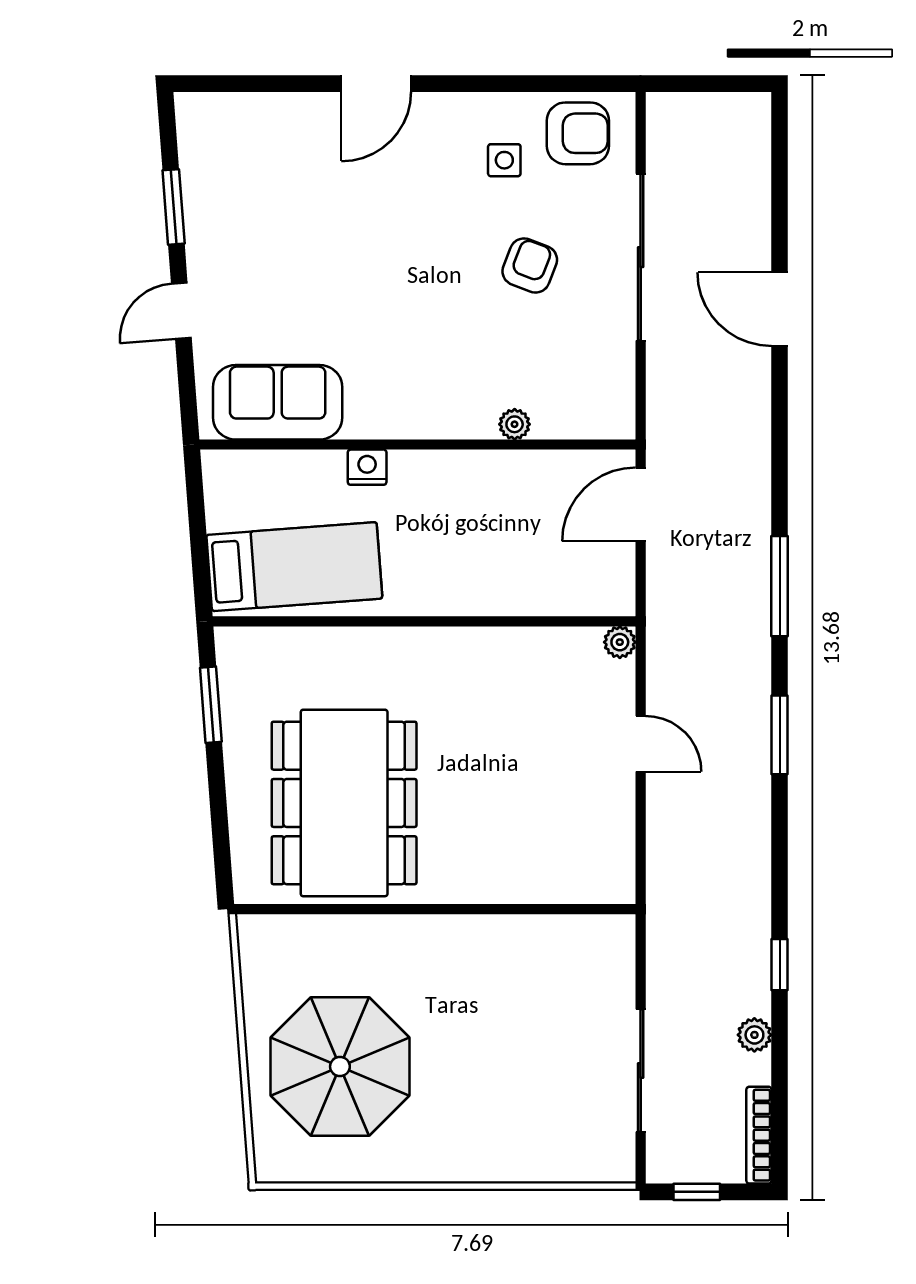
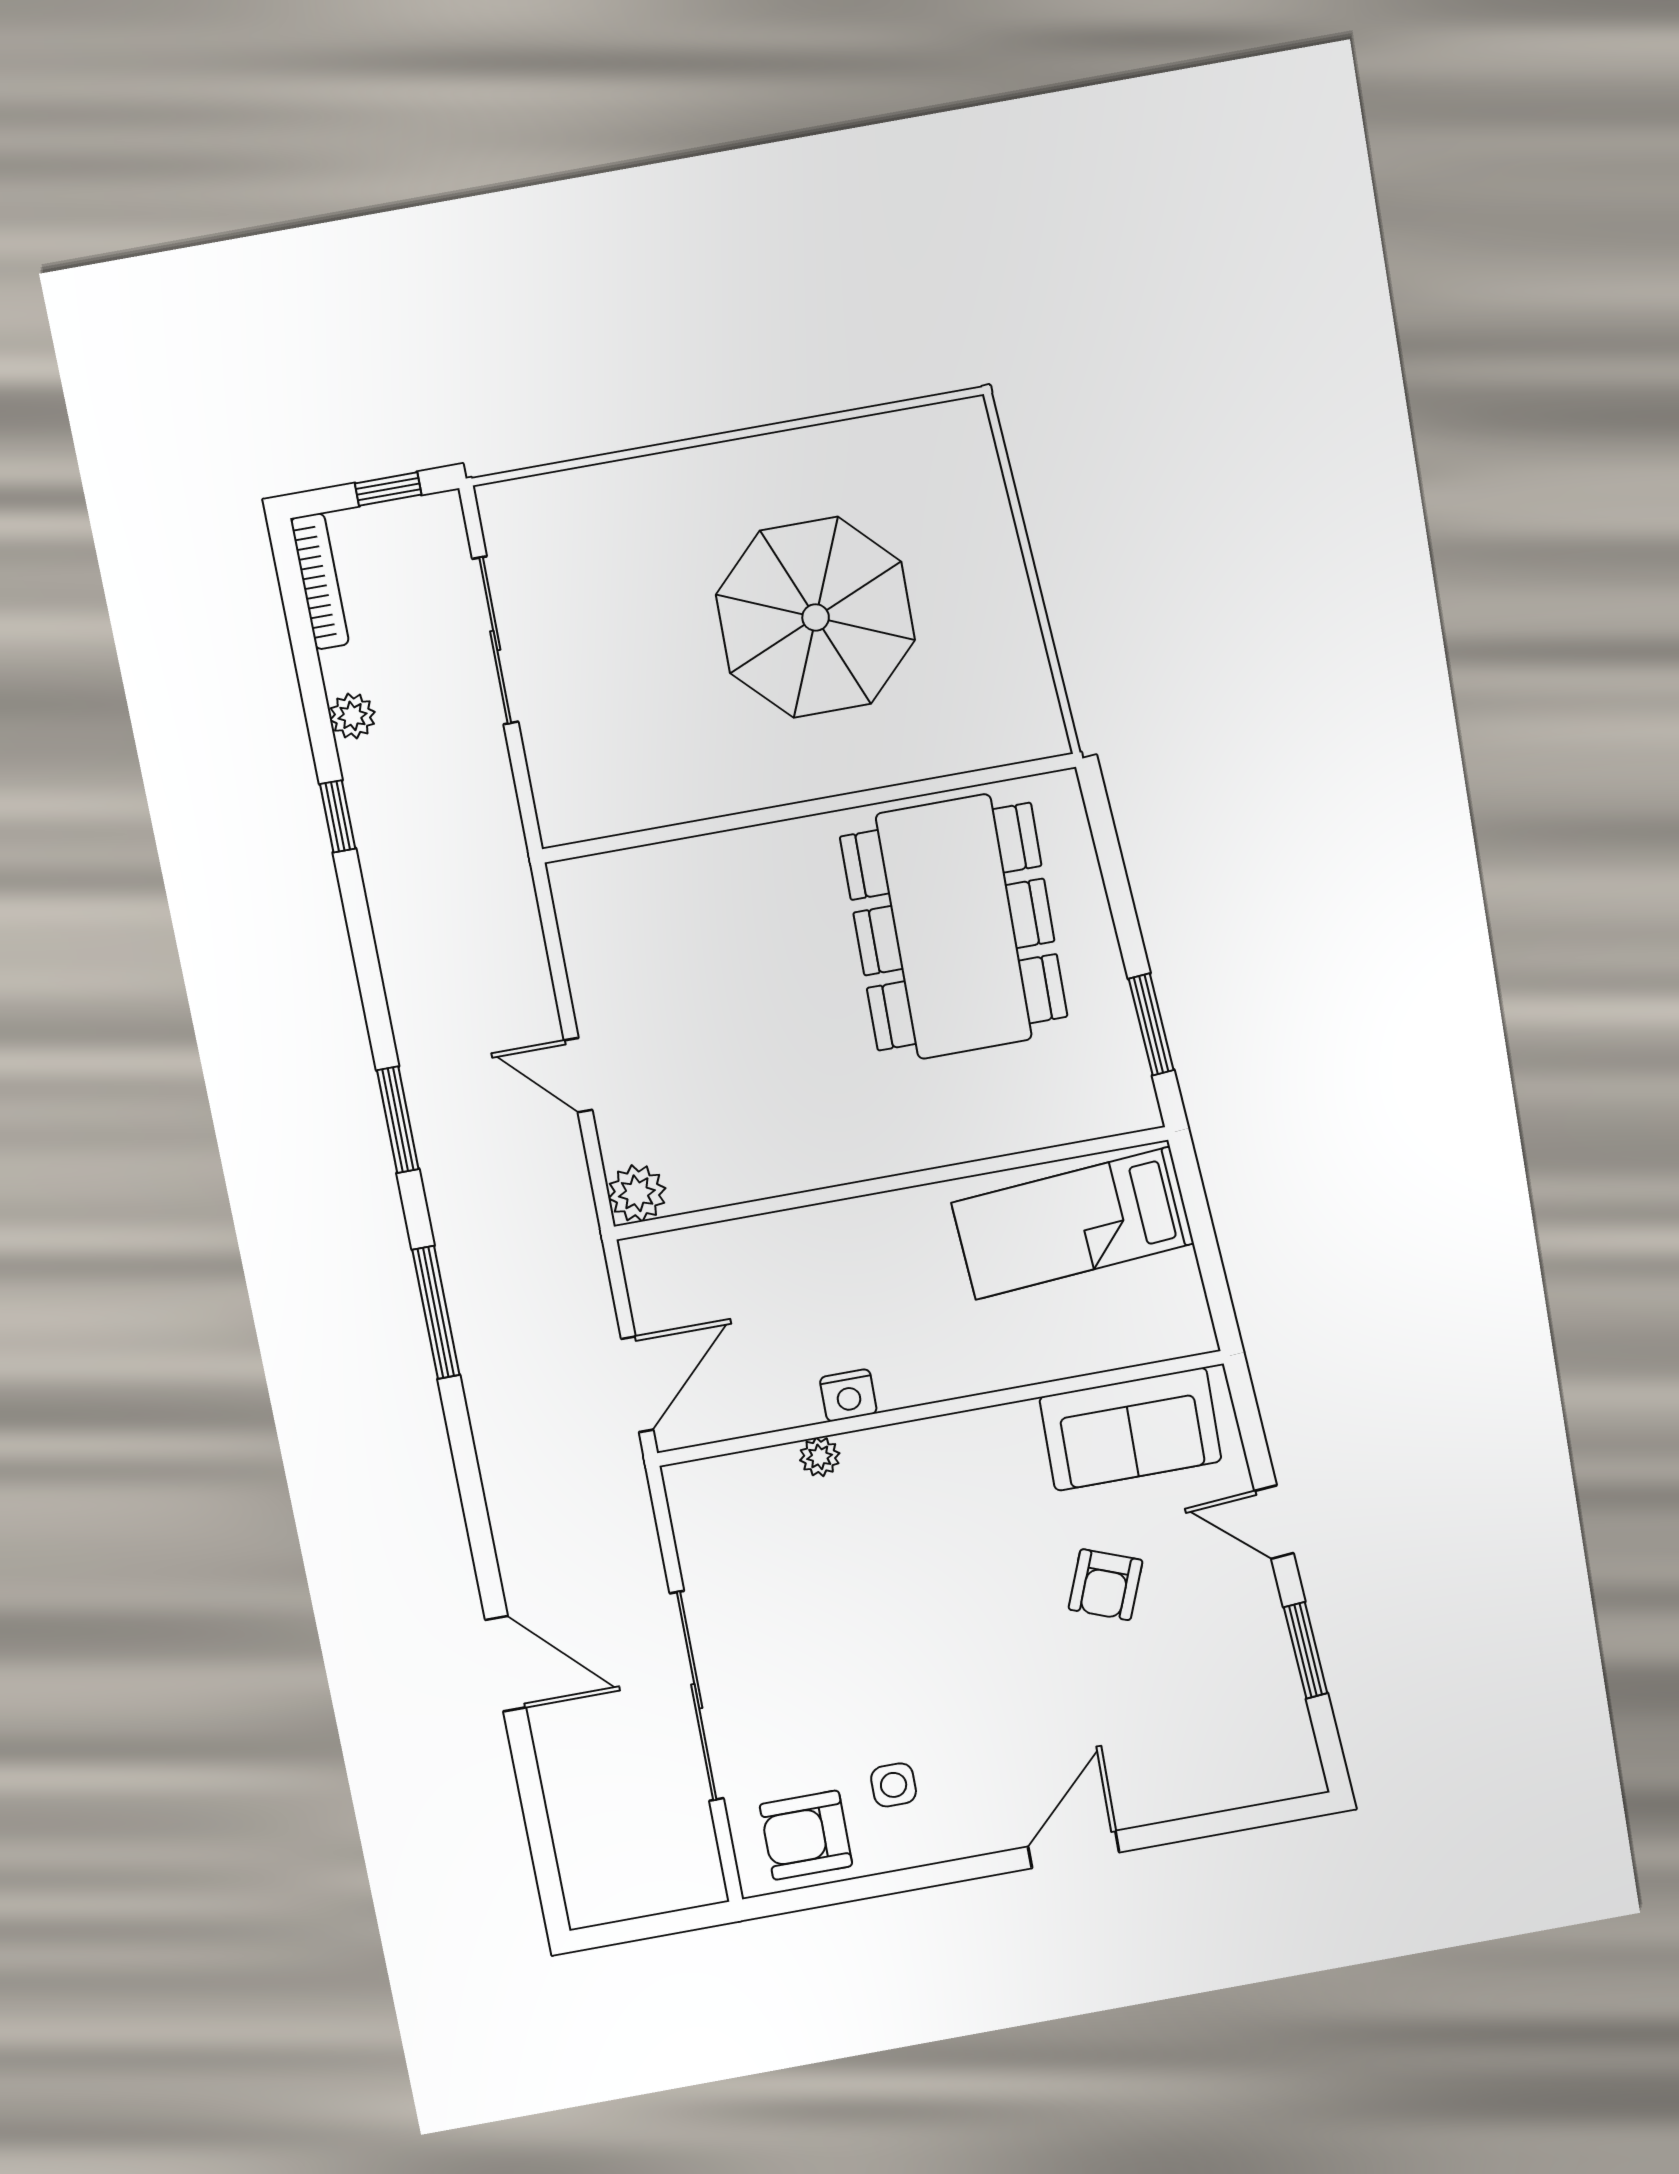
armchair: (530, 266) -> (1105, 1585), moved
door: (181, 311) -> (1274, 1522), swing flipped
nightstand: (367, 467) -> (848, 1395), moved
plant: (620, 642) -> (637, 1193), width x1.38, depth x1.38
parasol: (340, 1067) -> (816, 617), moved

